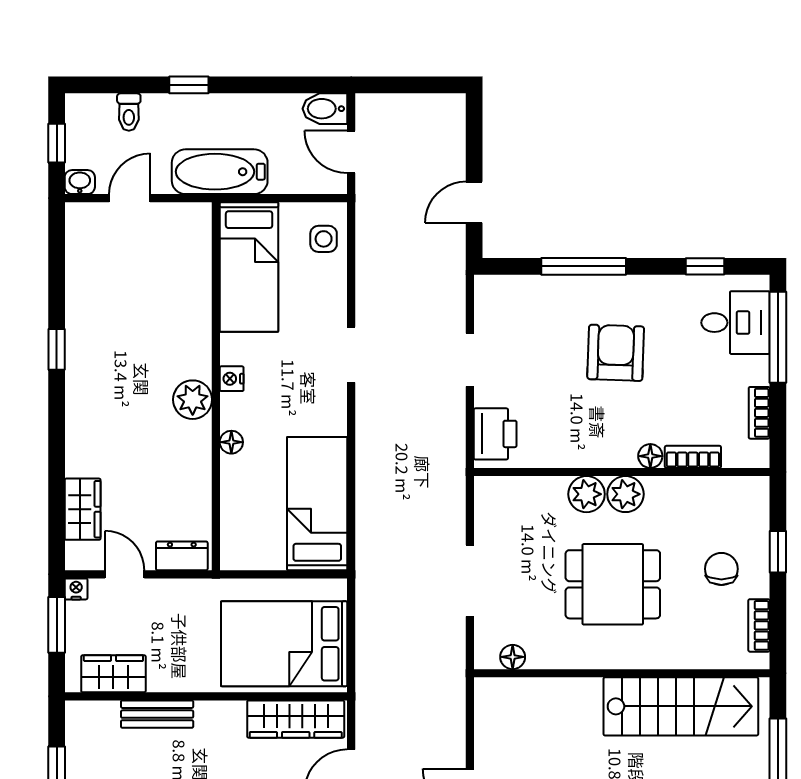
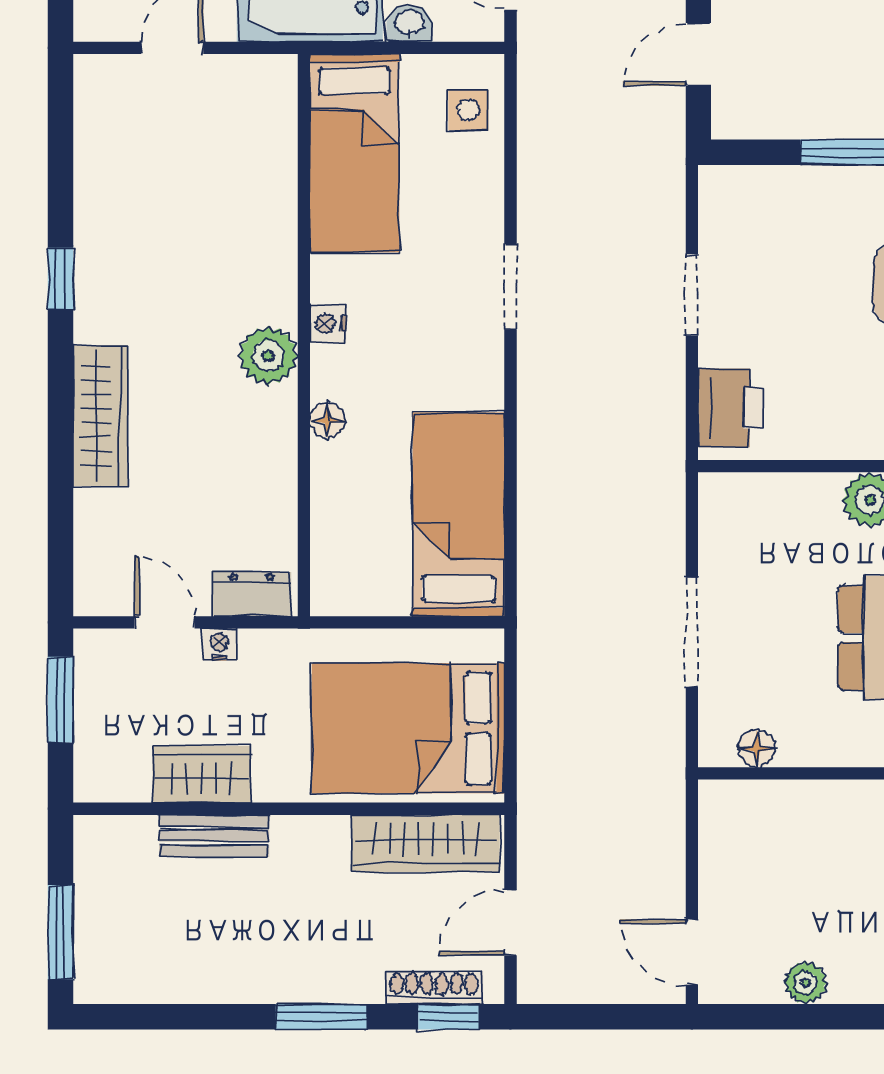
washbasin: (80, 182) -> (410, 23), moved
wardrobe: (83, 509) -> (100, 416), moved, width x1.50
nightstand: (76, 589) -> (220, 645), moved
wardrobe: (113, 674) -> (202, 774), moved

